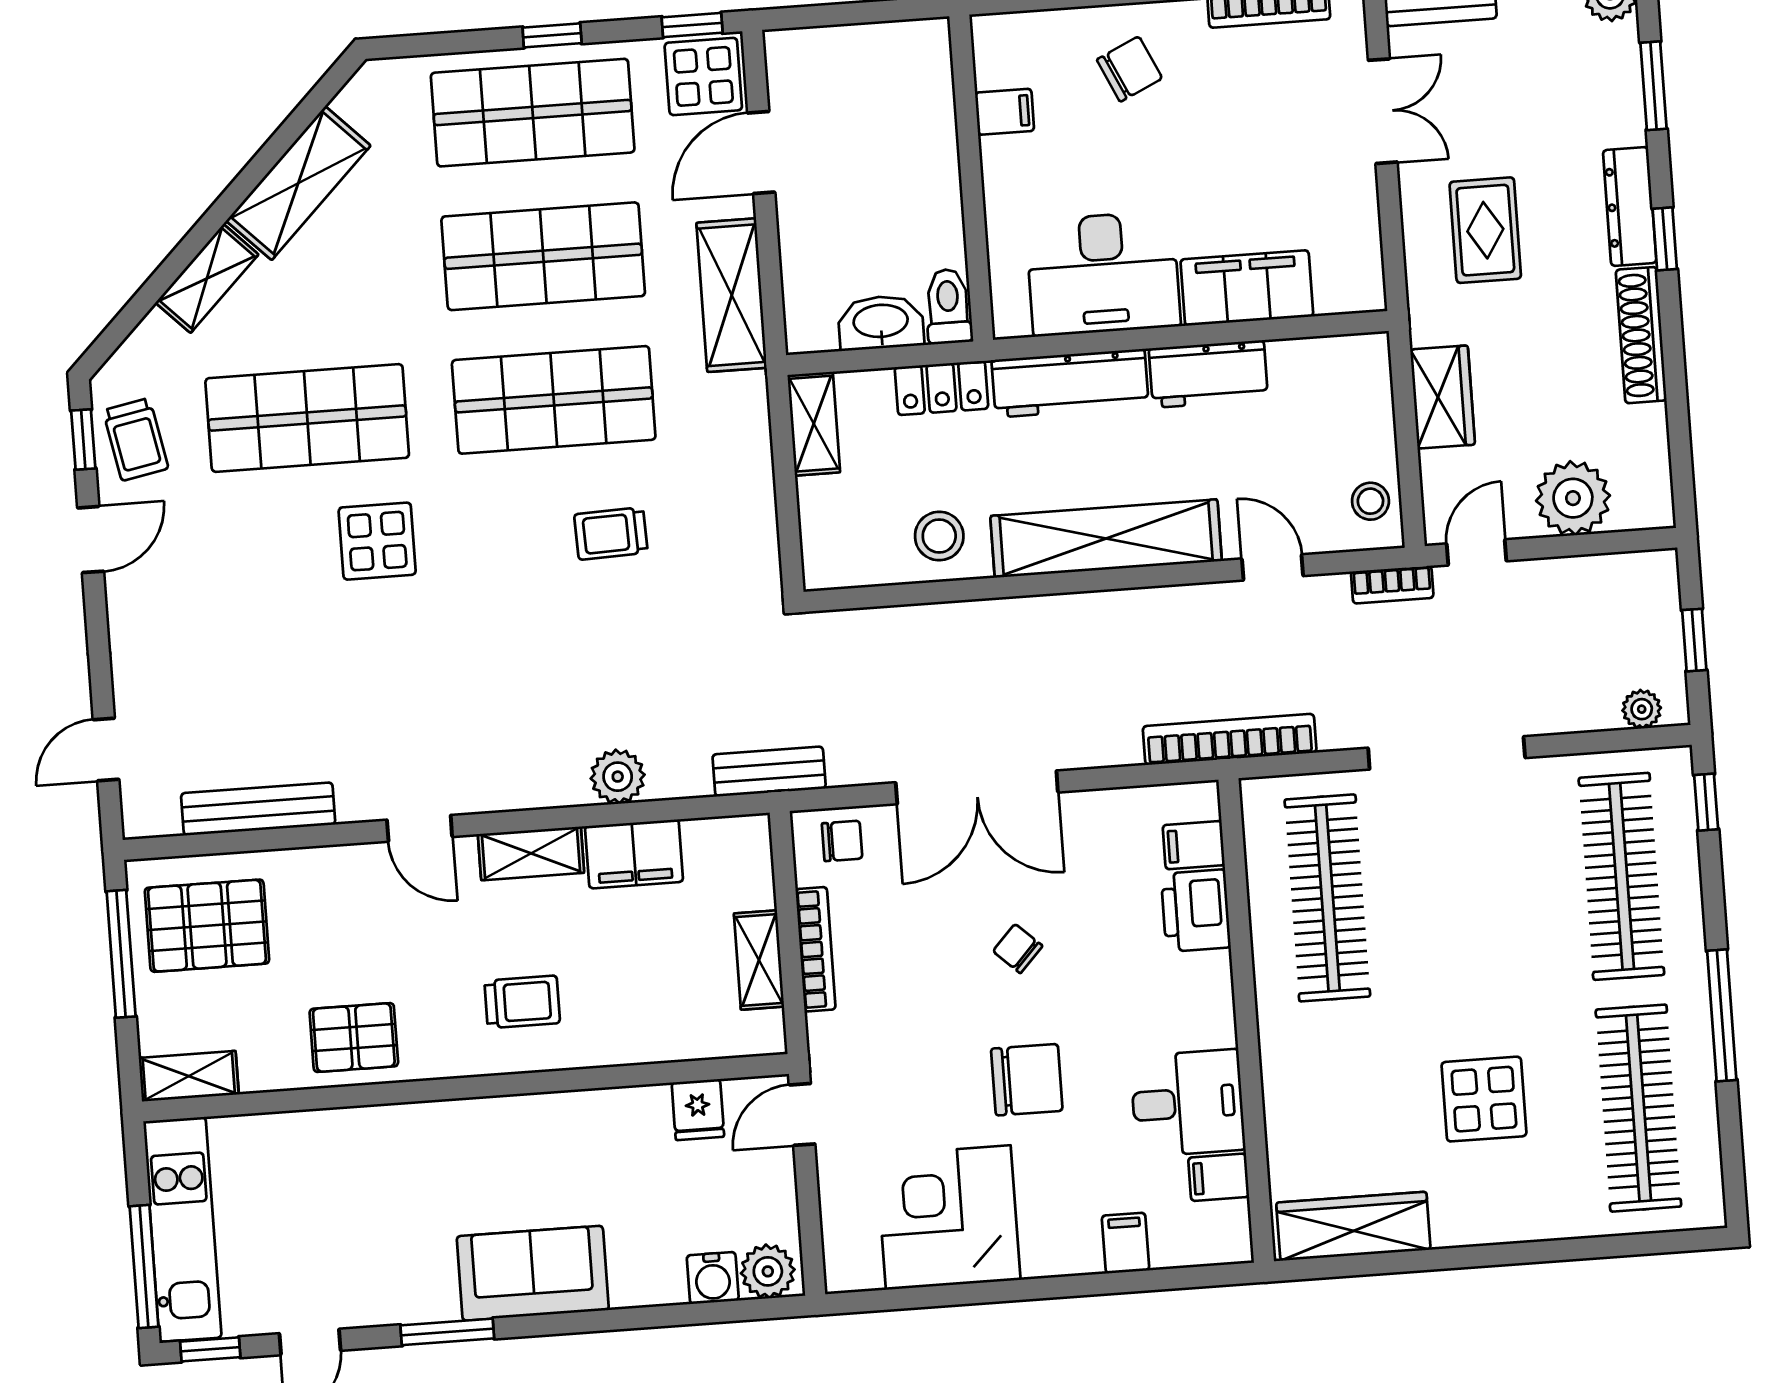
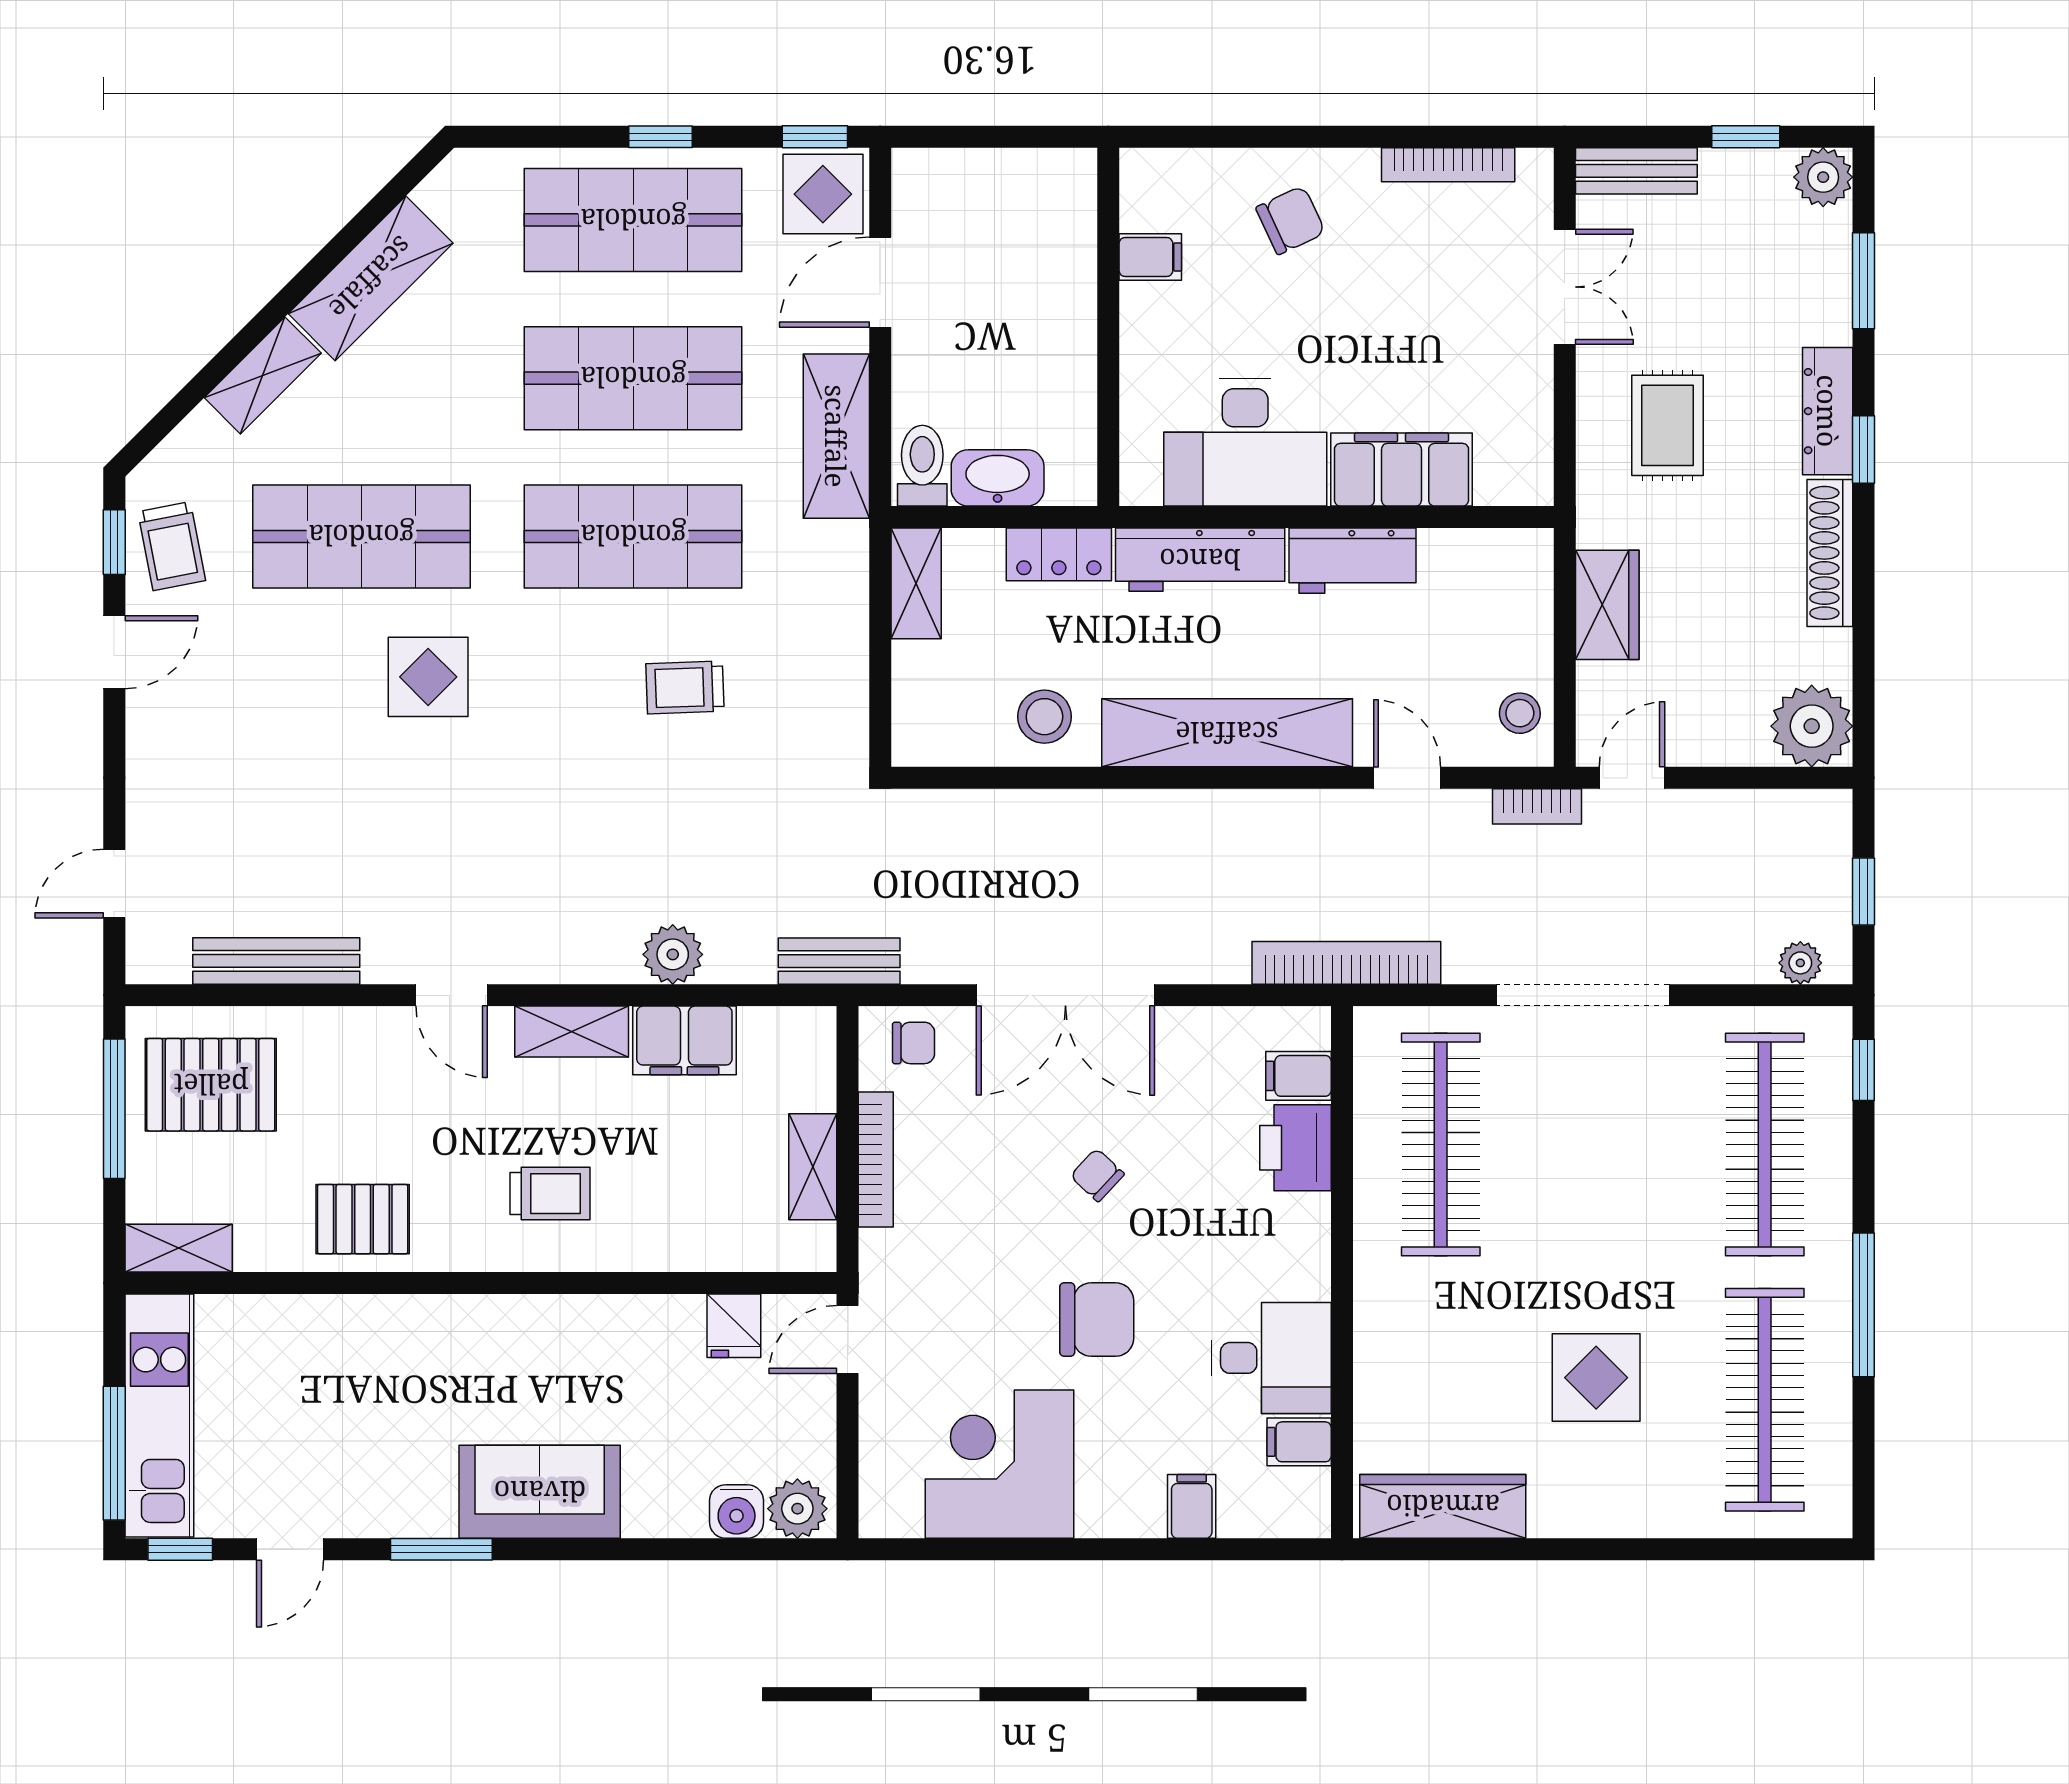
toilet: (948, 306) -> (922, 466), moved
plant: (1573, 498) -> (1812, 726), moved

